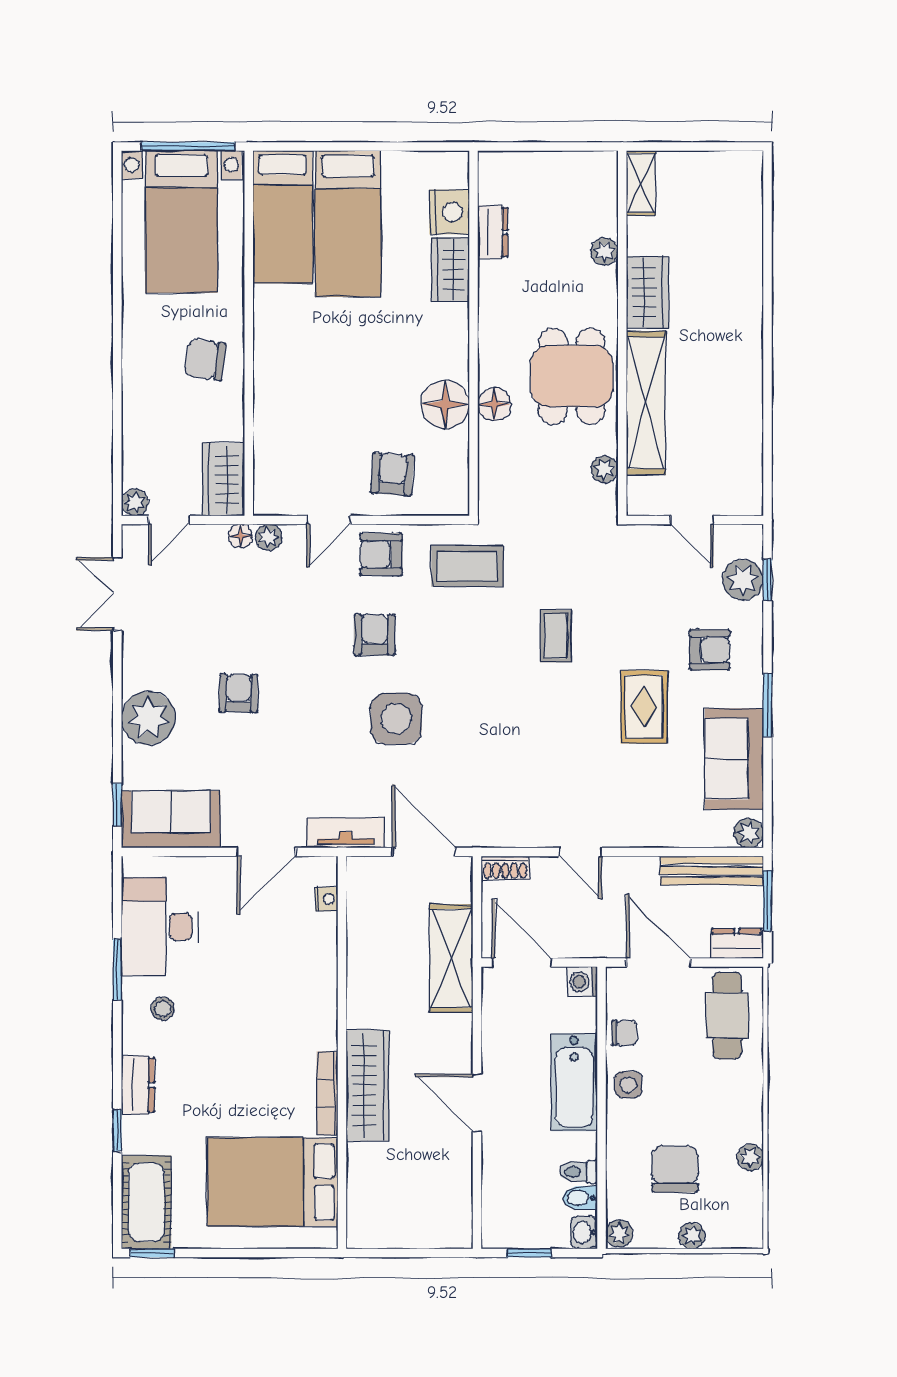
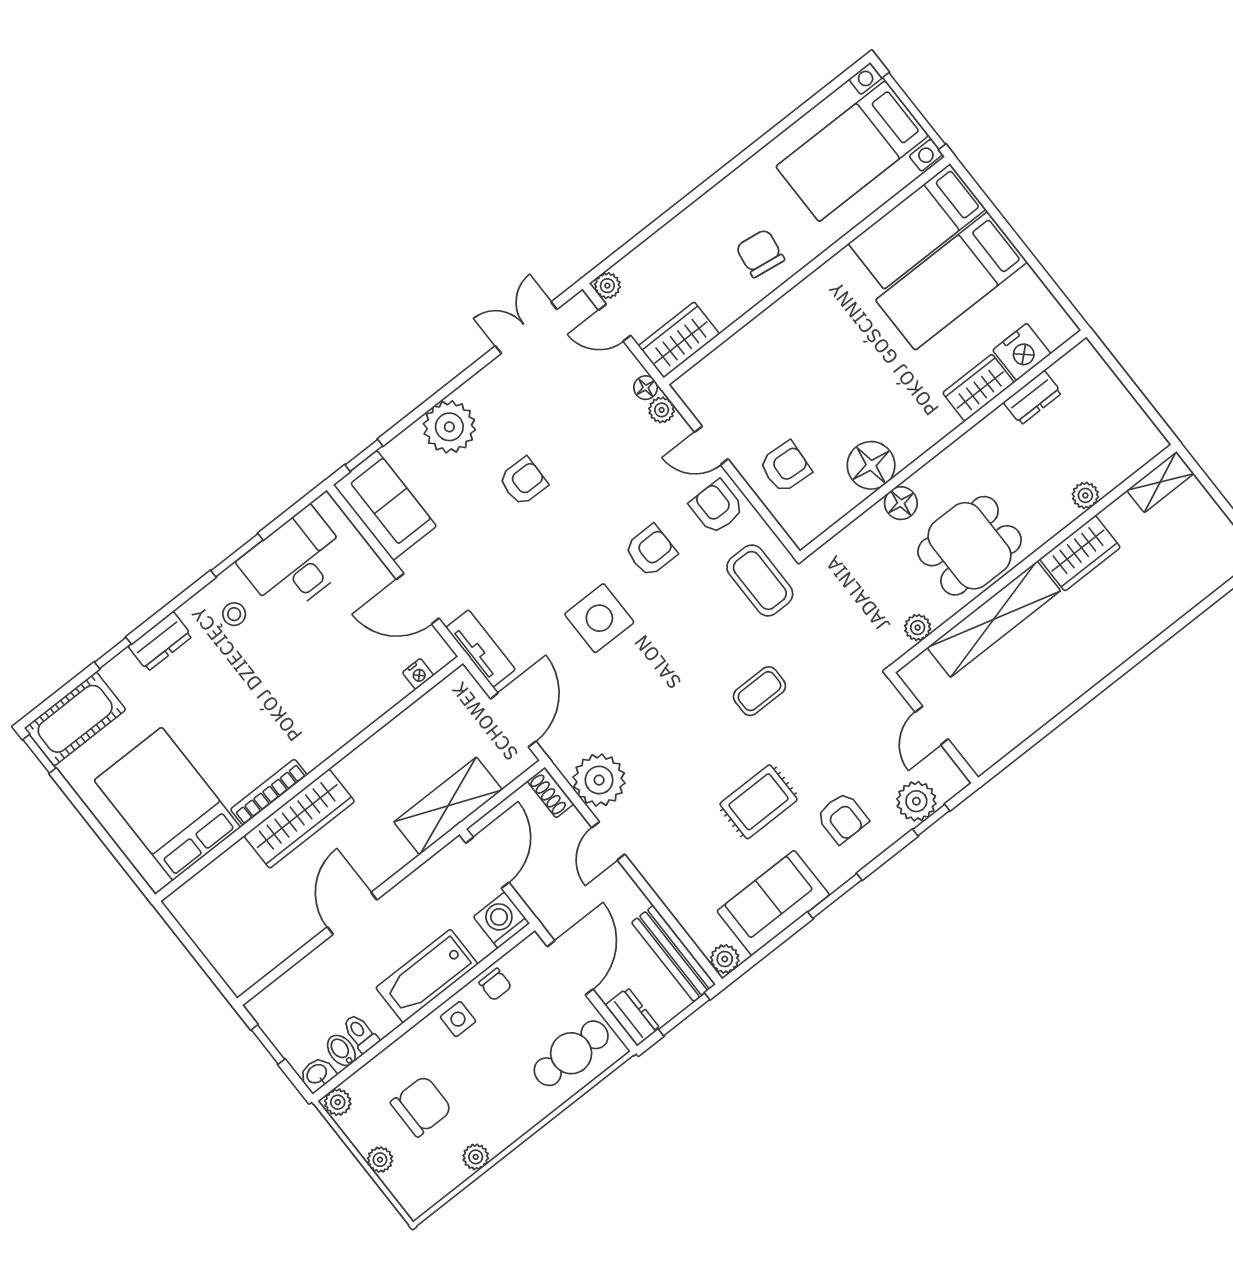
plant: (526, 821) -> (599, 780), added
washing machine: (582, 982) -> (501, 920), width x1.38, depth x1.38

